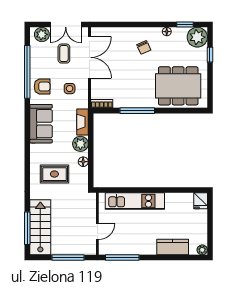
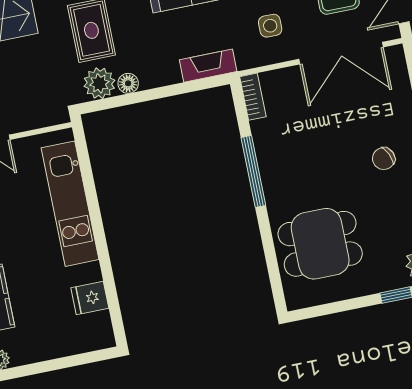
dining table: (178, 86) -> (320, 244), width x0.73
plant: (80, 144) -> (99, 83), moved
fridge: (201, 201) -> (90, 298), moved

